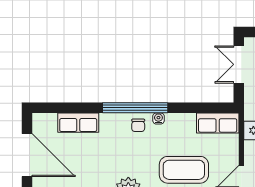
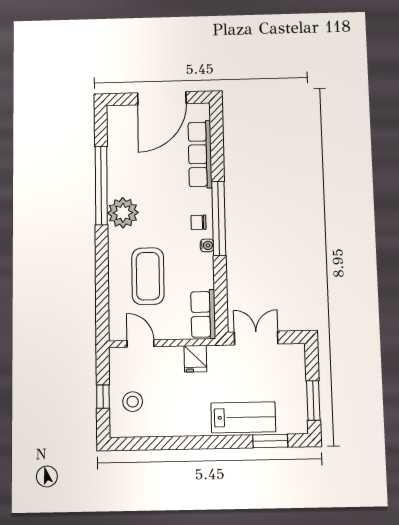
double door: (239, 64) -> (256, 338), moved
row of seats: (78, 123) -> (200, 154), width x1.48

